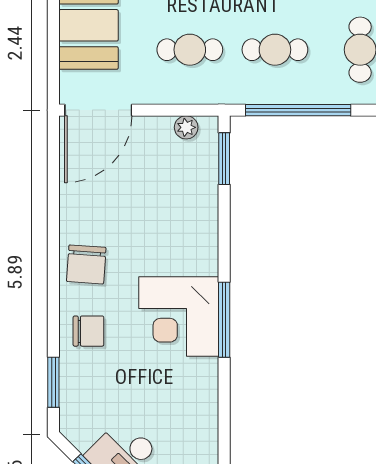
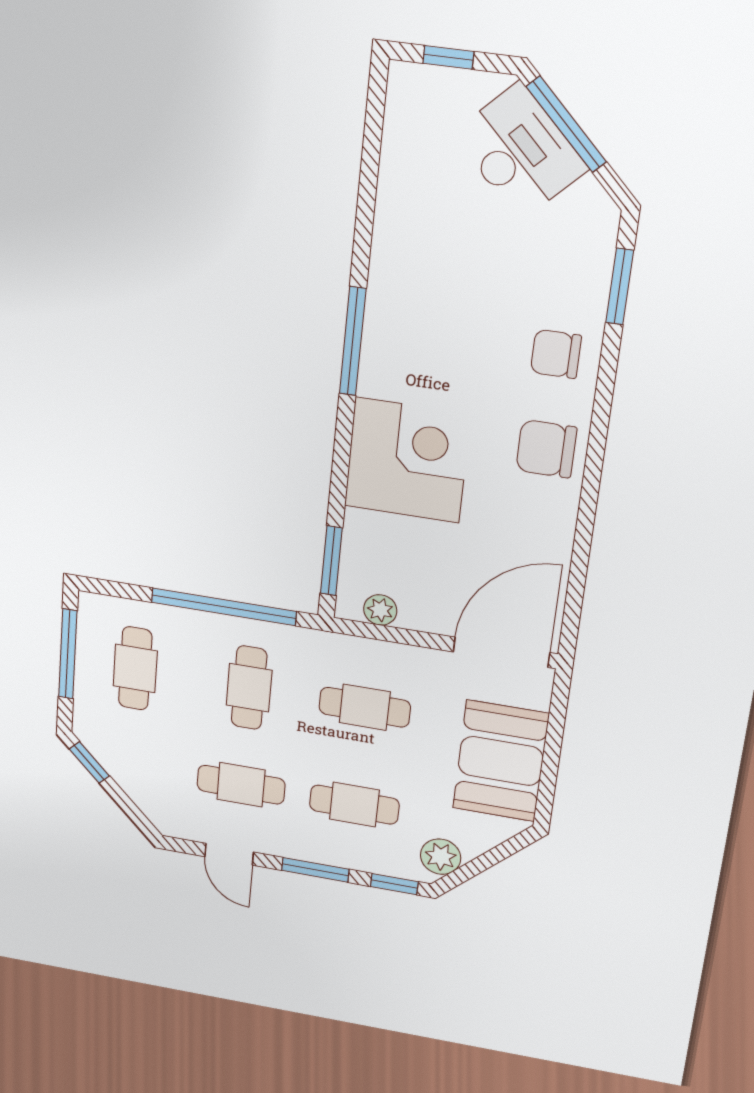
cafe table: (275, 50) -> (249, 688), turned 90
chair: (86, 264) -> (546, 449), turned -94
corner desk: (179, 317) -> (407, 460), moved

